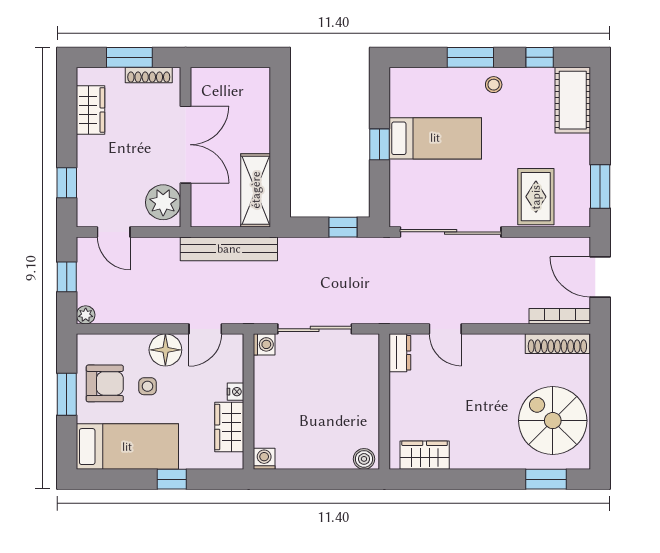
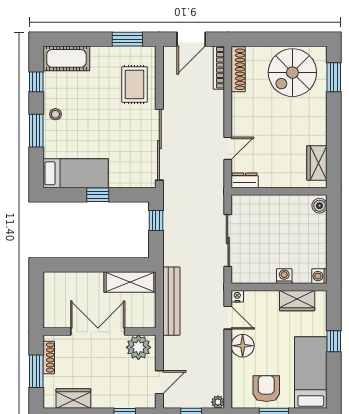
bed: (435, 138) -> (76, 173), moved, turned 90
rug: (536, 197) -> (134, 84), turned 90
washing machine: (264, 344) -> (284, 276), moved
side table: (148, 386) -> (268, 358), removed
nightstand: (236, 392) -> (237, 296), moved

